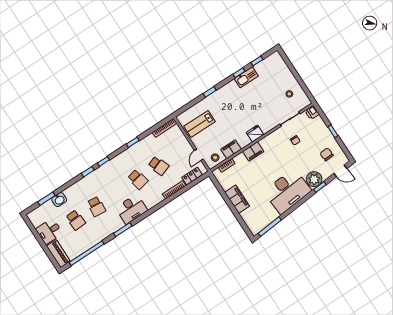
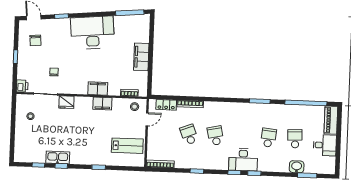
fridge: (255, 134) -> (66, 102), moved
filing cabinet: (231, 149) -> (102, 103), moved
plant: (314, 179) -> (62, 26), removed
desk: (131, 209) -> (243, 160), moved, turned 180

